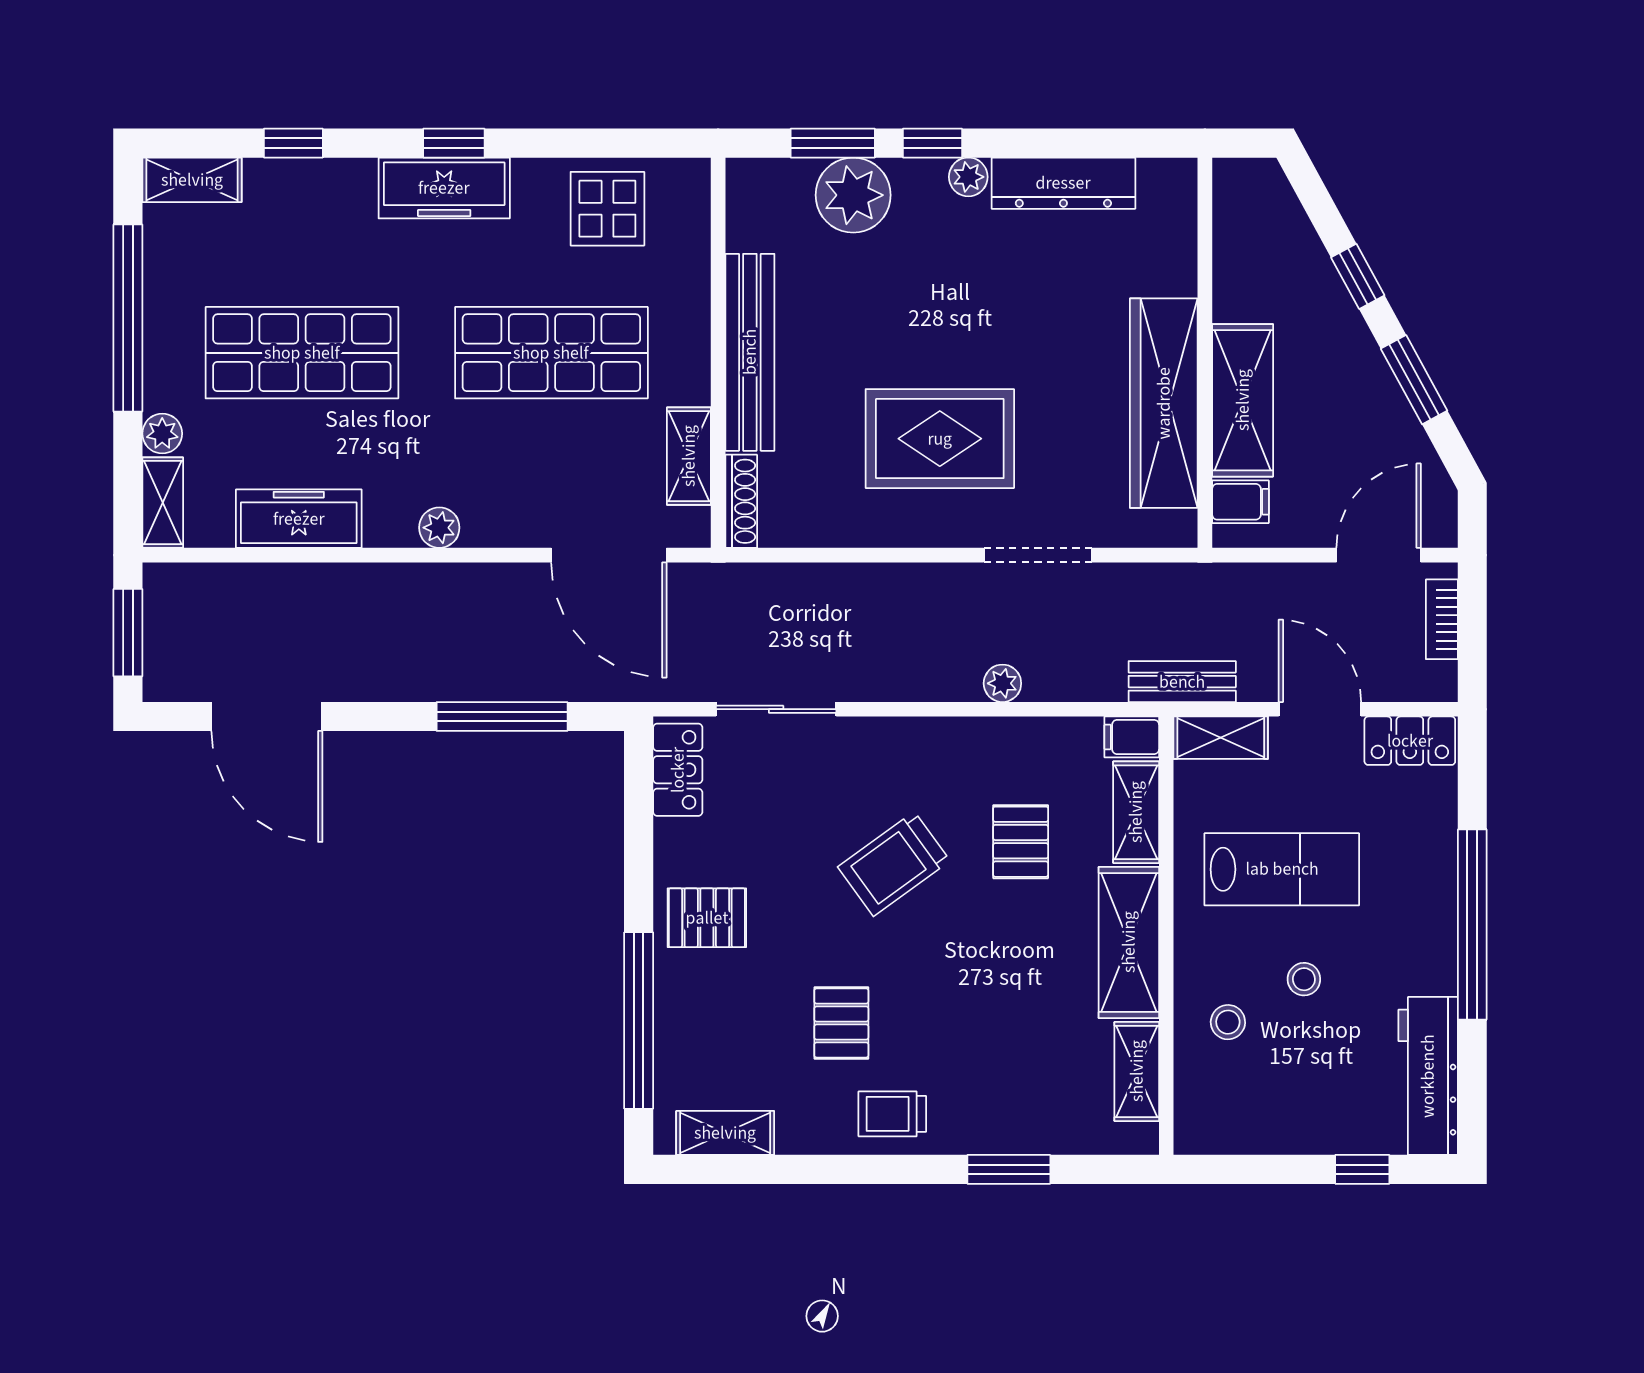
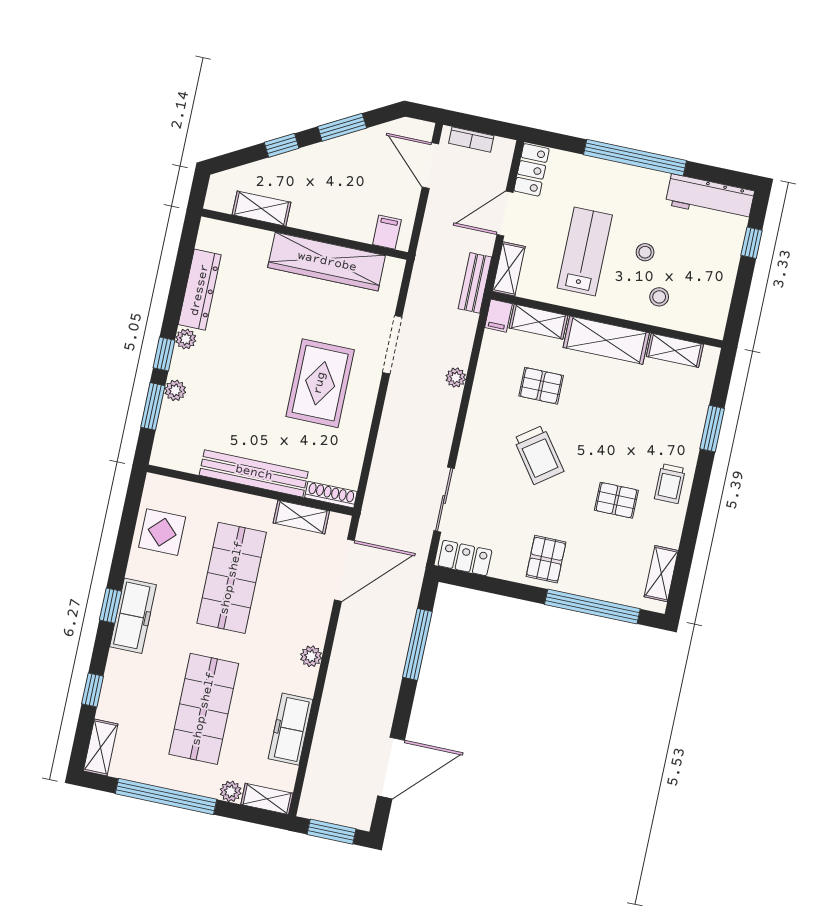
plant: (853, 195) -> (175, 390), width x0.53, depth x0.53
shelving: (1243, 400) -> (261, 209), moved, width x0.67, depth x0.75

